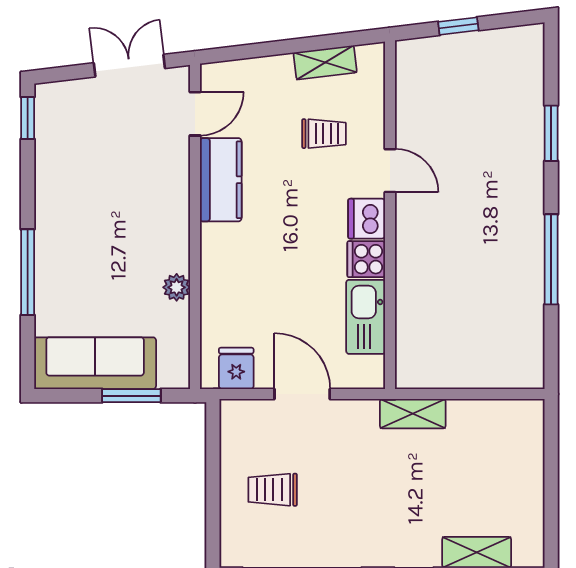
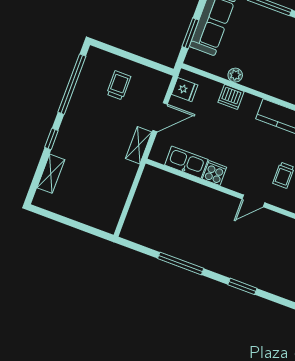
dishwasher: (367, 219) -> (231, 97), moved, turned 180
shelving: (413, 414) -> (139, 145), moved

